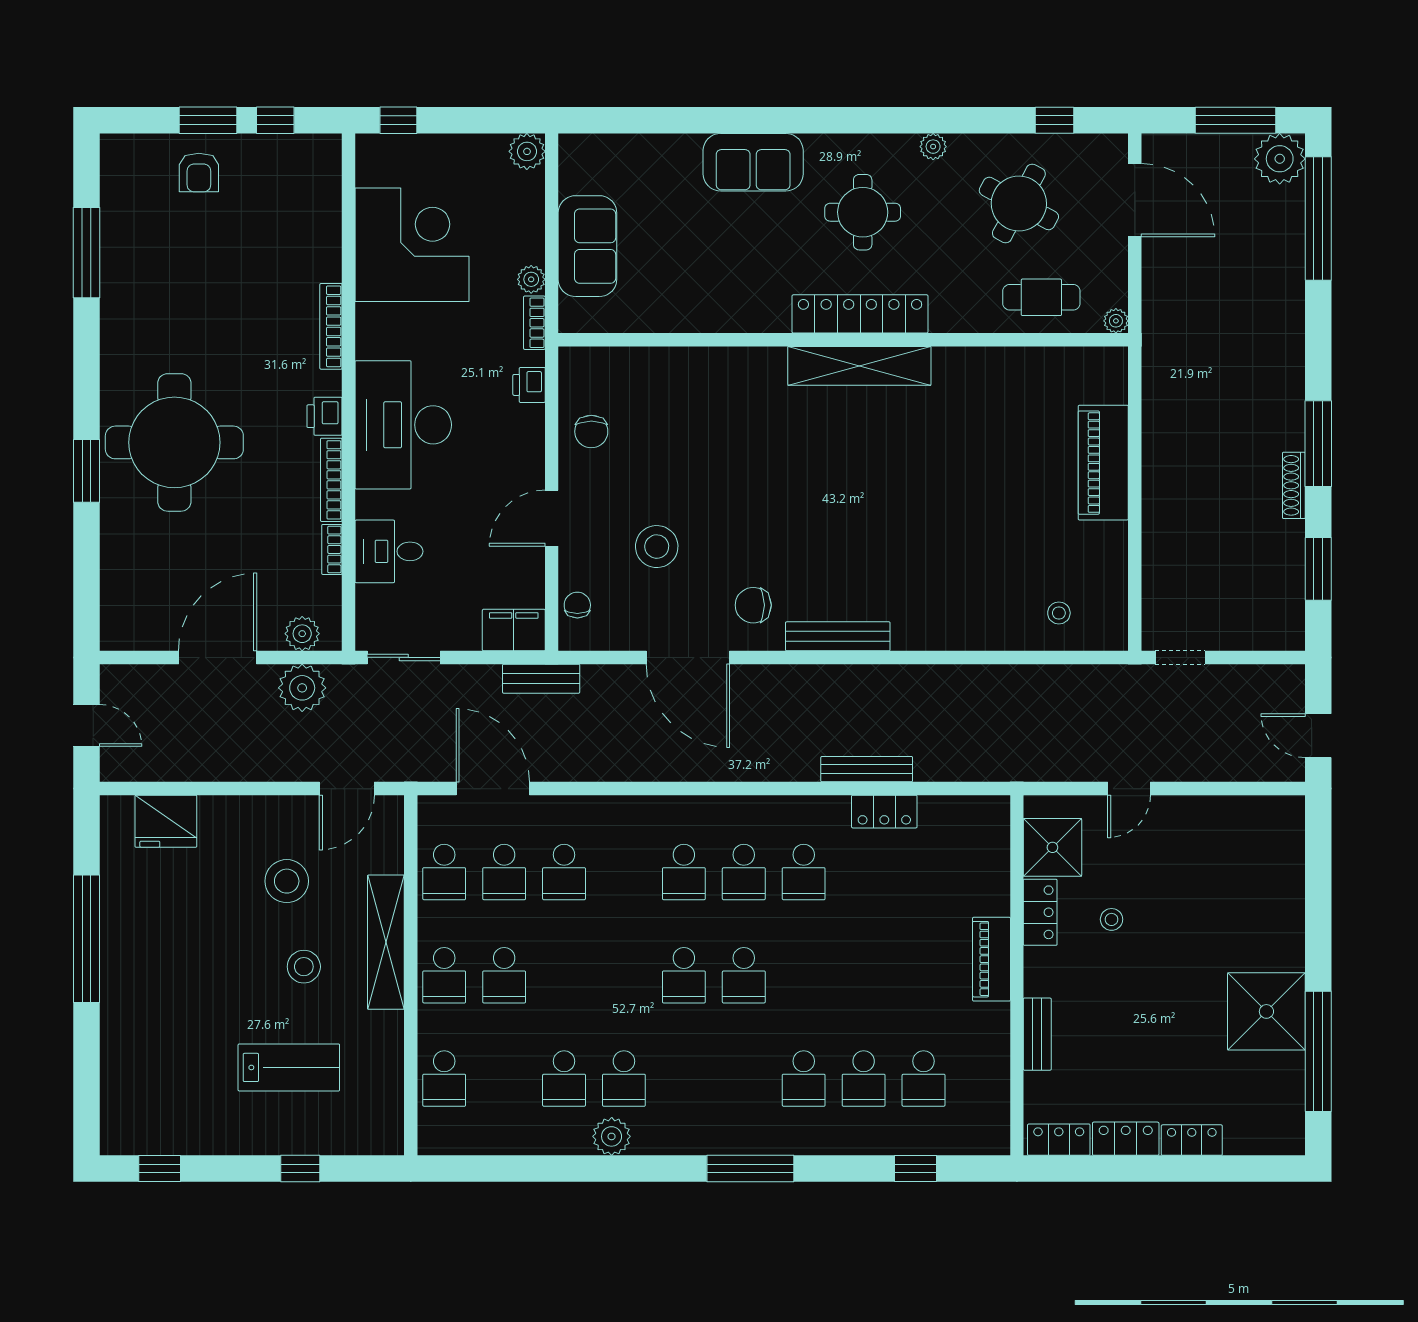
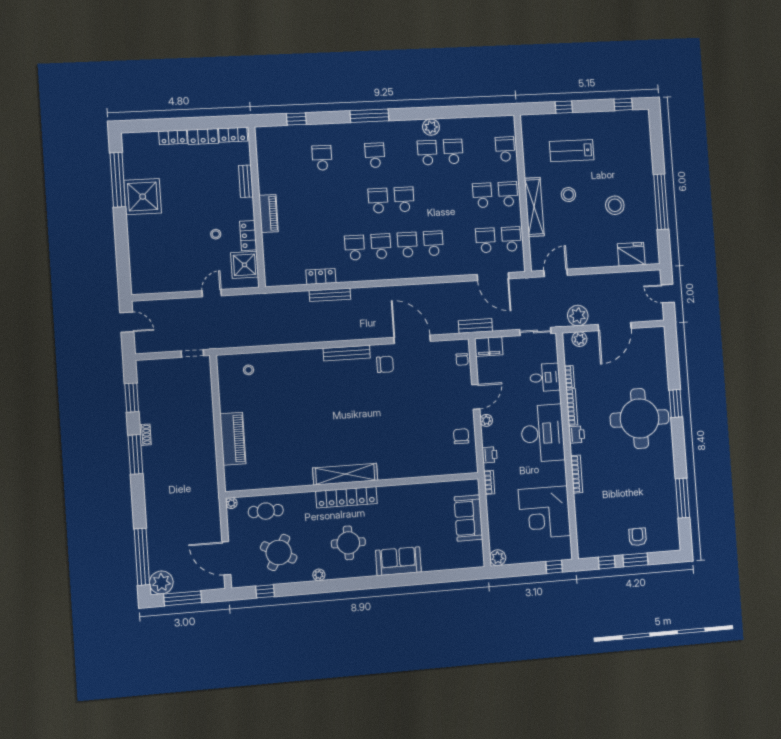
plant: (531, 279) -> (486, 420), moved
shoe rack: (1294, 485) -> (145, 435), width x0.70
stool: (657, 547) -> (429, 387), removed
school desk: (564, 872) -> (434, 243), moved
stool: (287, 881) -> (615, 205), moved
school desk: (804, 1079) -> (375, 155), moved
school desk: (924, 1079) -> (295, 159), removed

